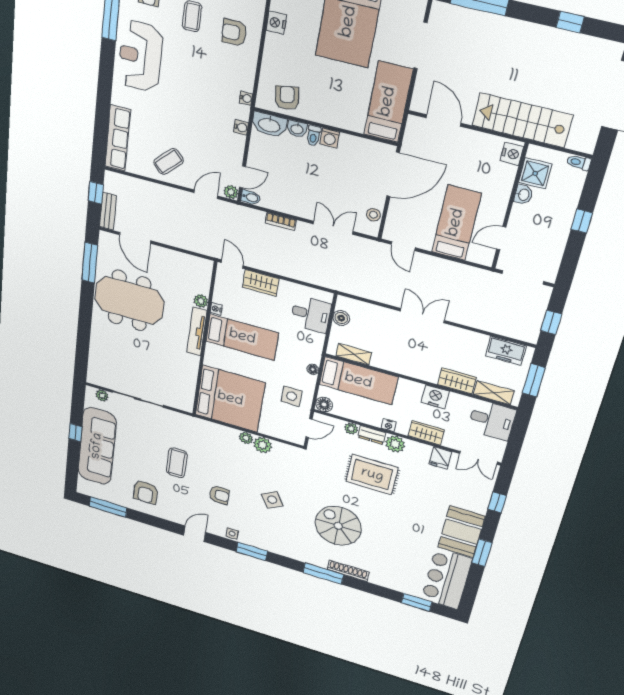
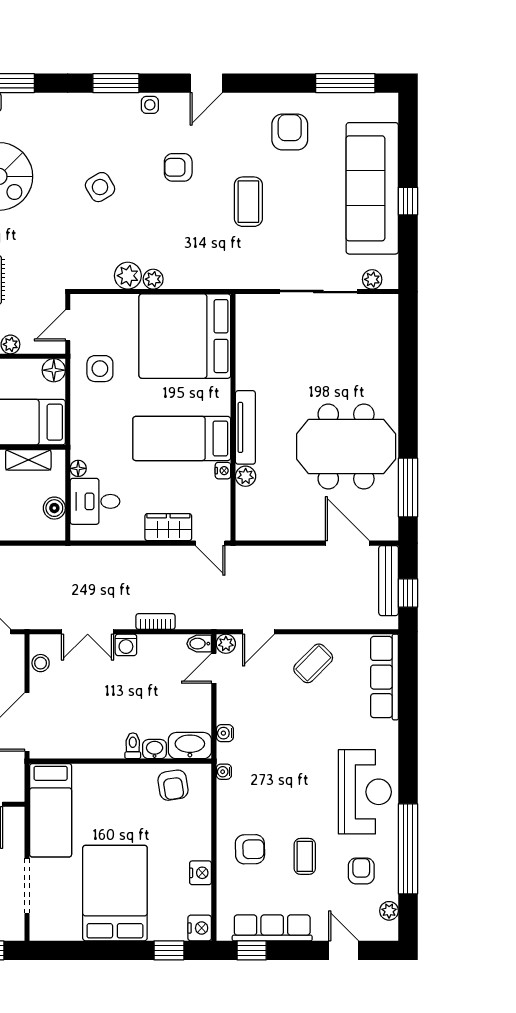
washing machine: (330, 138) -> (126, 645), moved, turned 180
bench: (108, 211) -> (389, 581), width x1.36
floor lamp: (313, 369) -> (78, 468), moved

